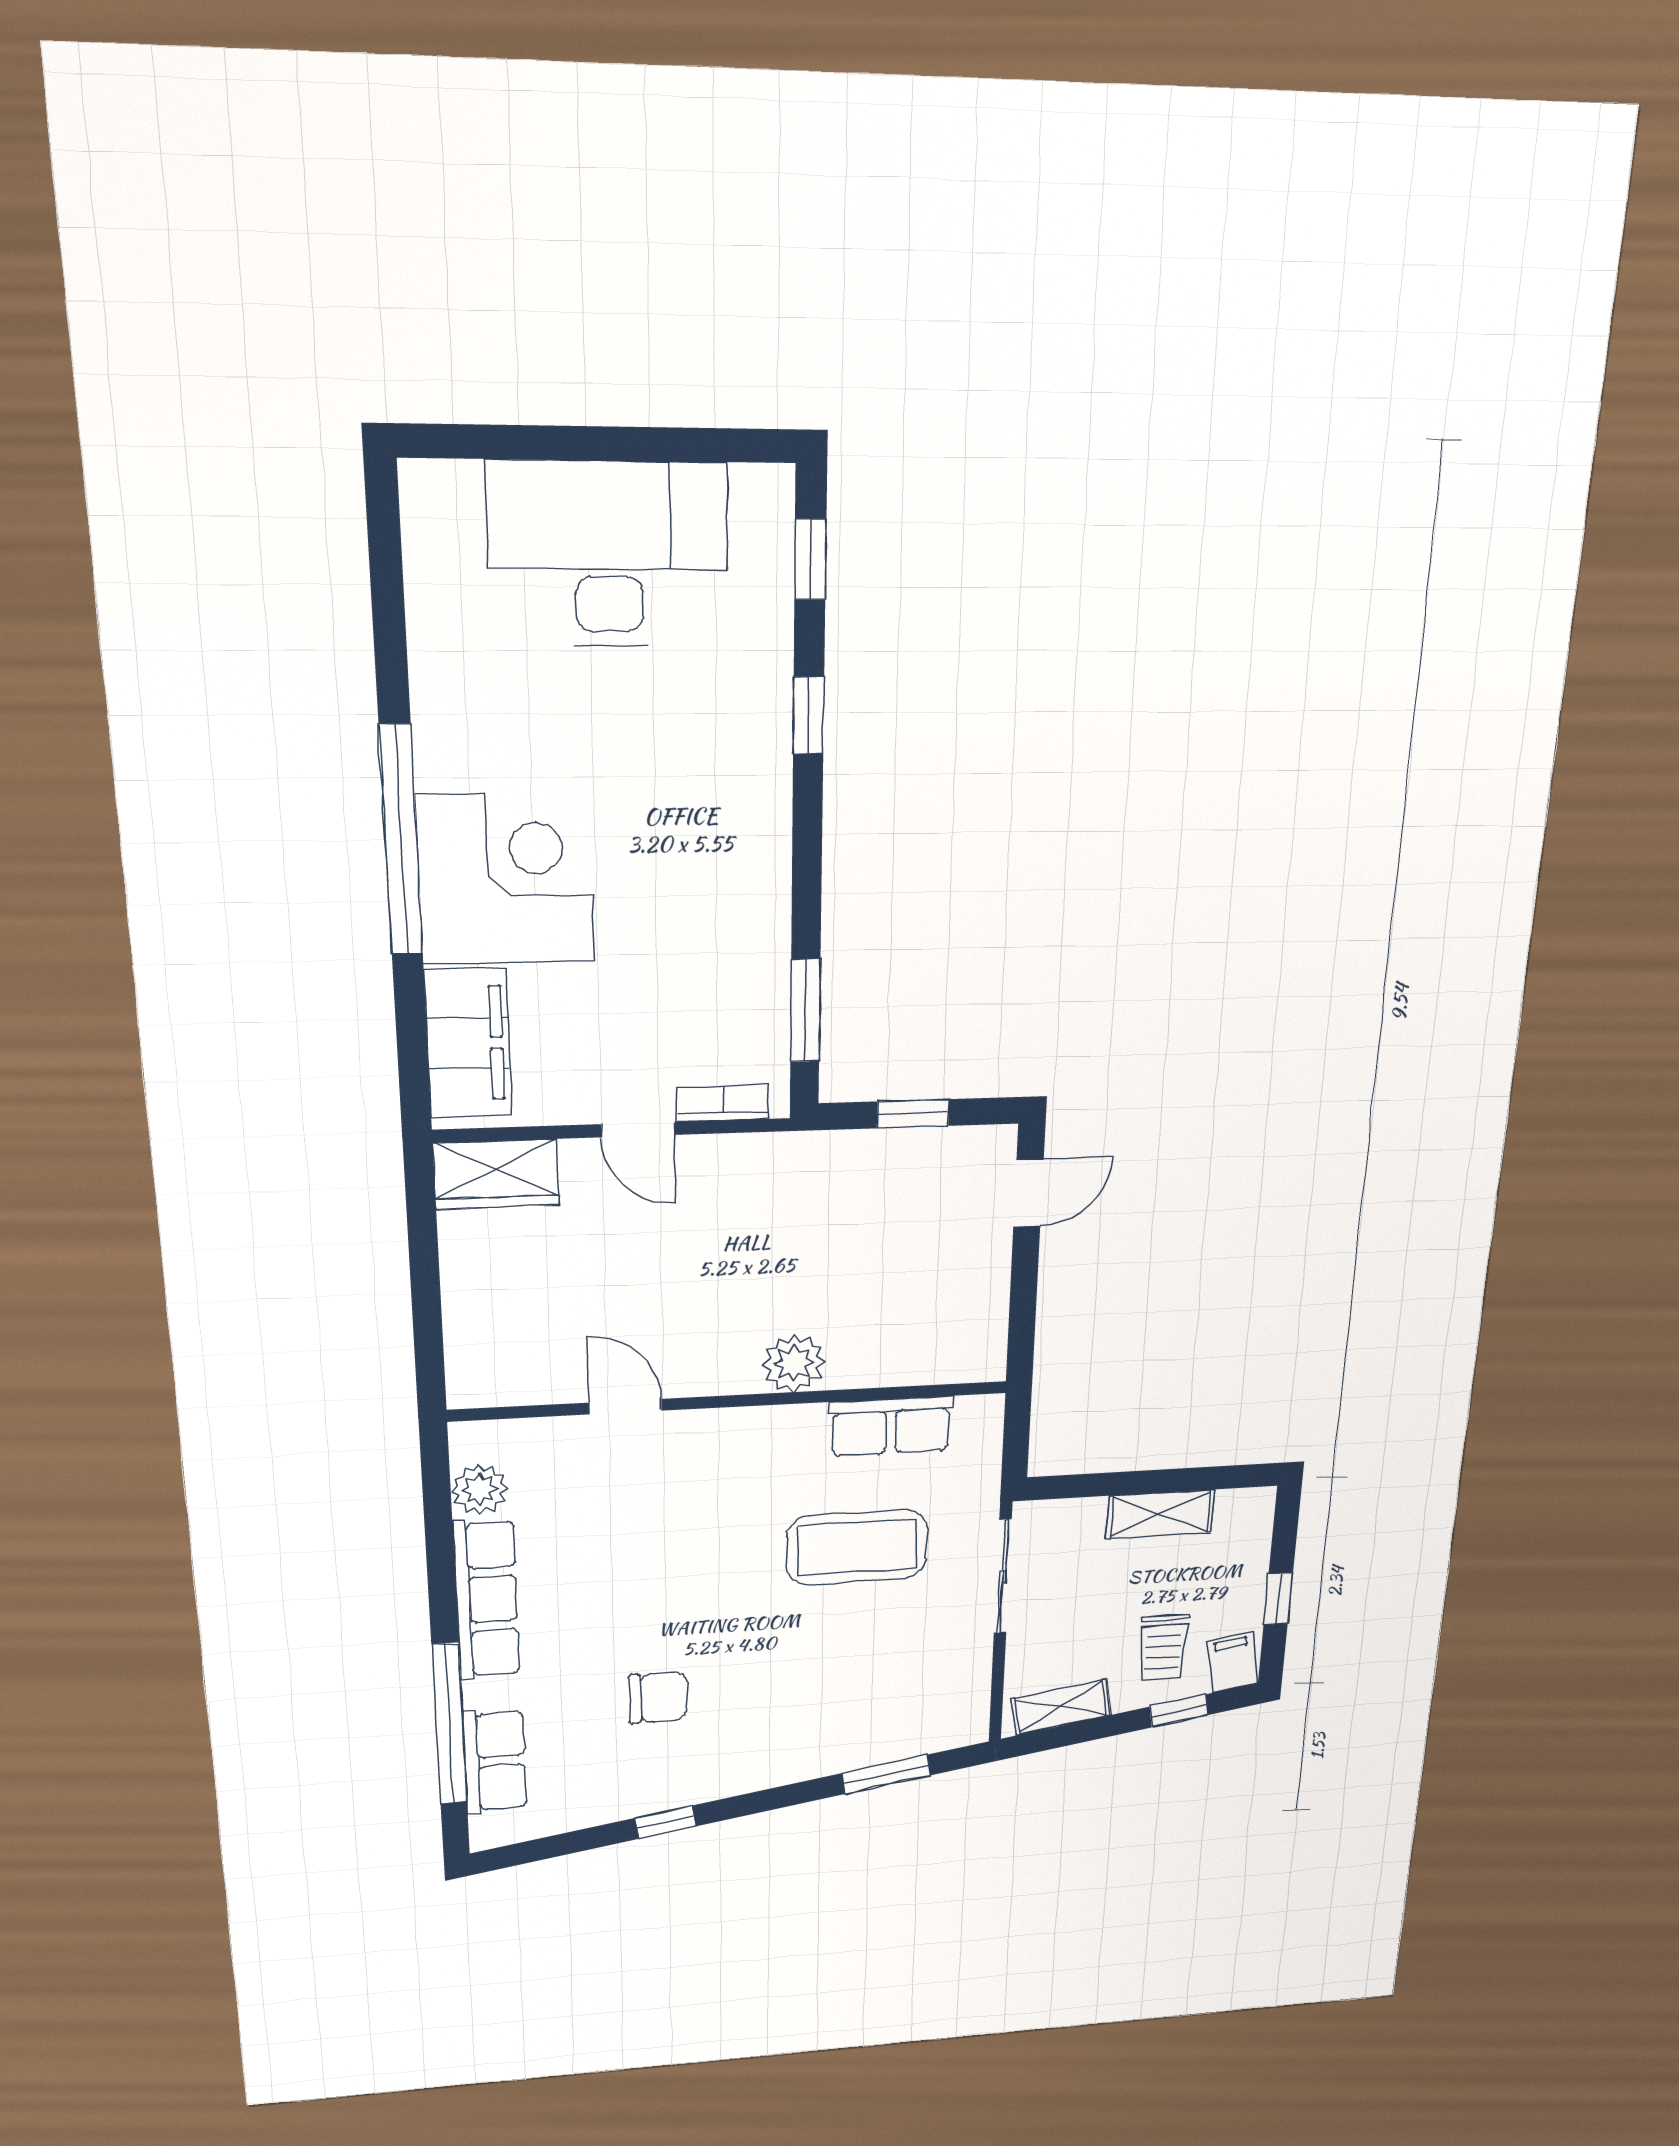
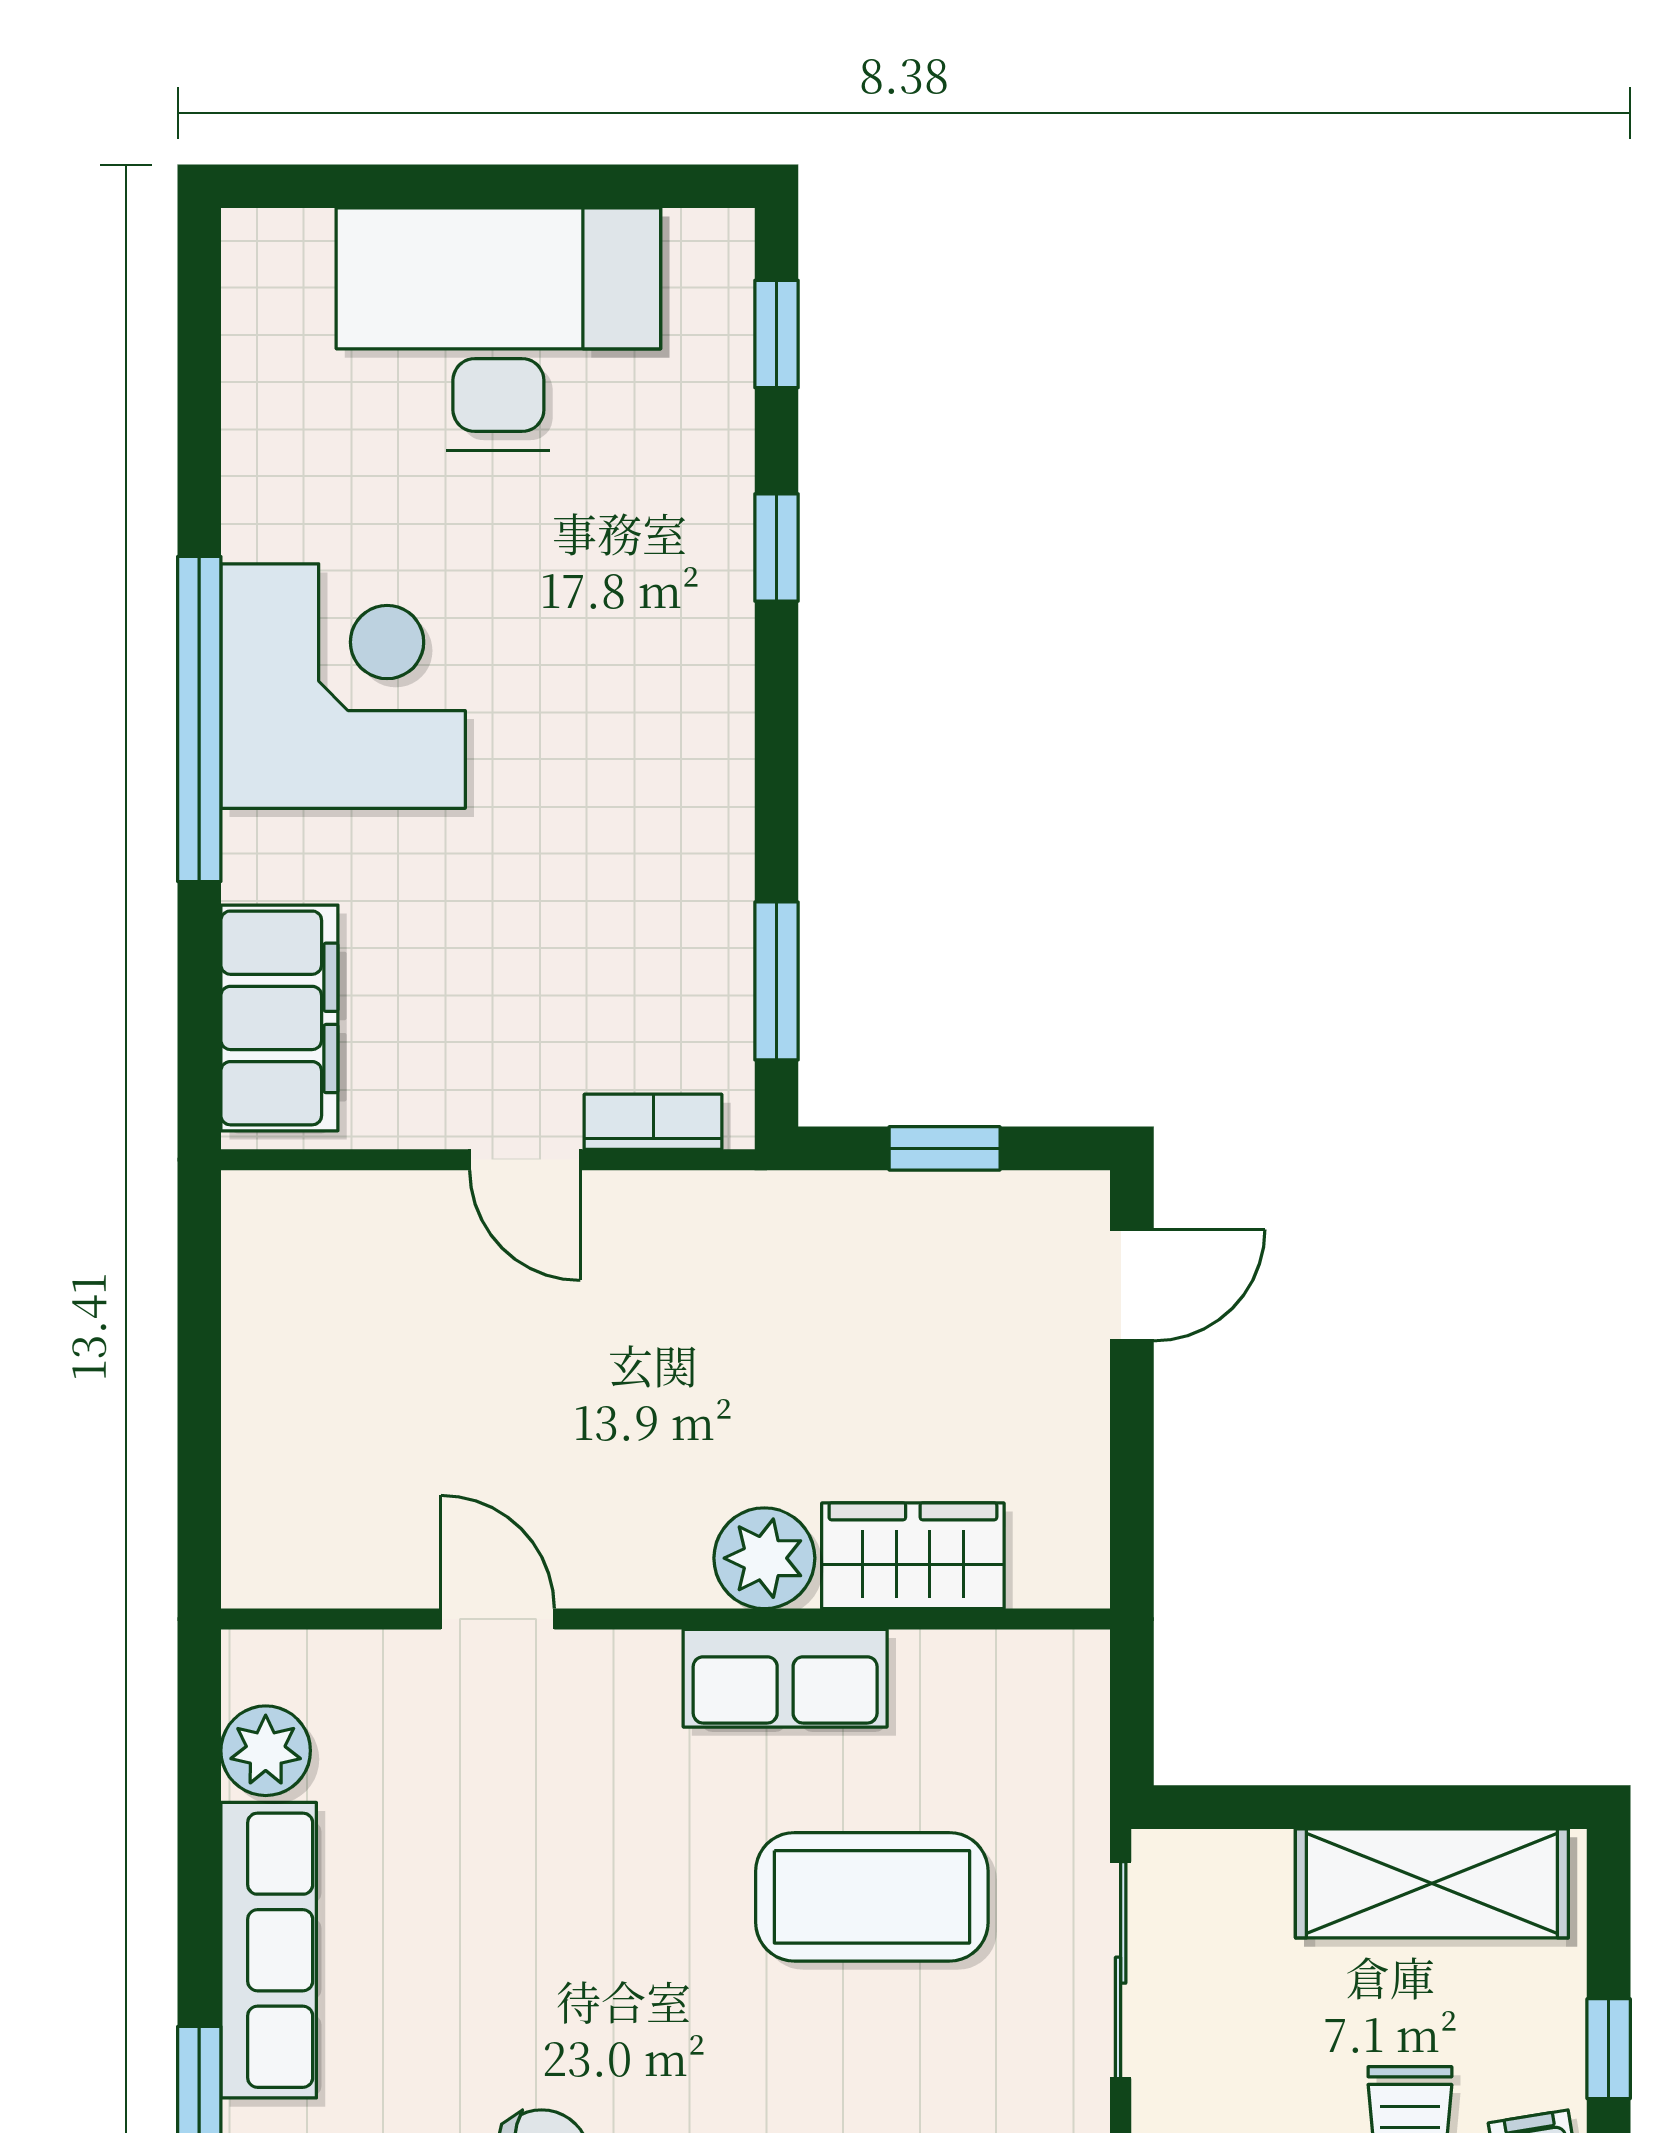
corner desk: (506, 879) -> (343, 686), moved
wardrobe: (496, 1174) -> (913, 1556), moved, turned 180
row of seats: (891, 1426) -> (785, 1678), moved
shelving: (1160, 1514) -> (1432, 1883), width x1.50, depth x1.33

